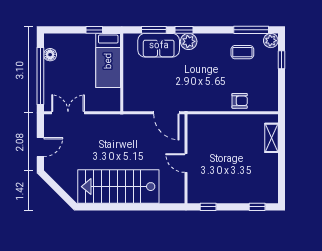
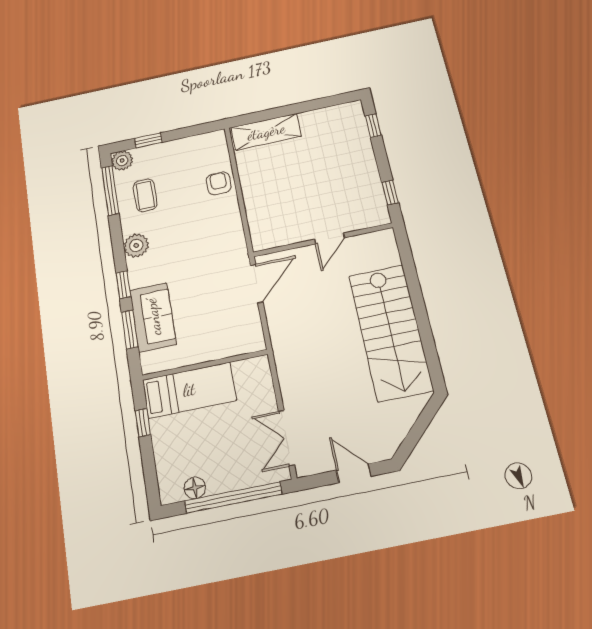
plant: (189, 41) -> (136, 245), moved
shelving: (271, 138) -> (266, 132), width x1.50, depth x1.33

